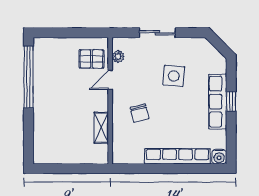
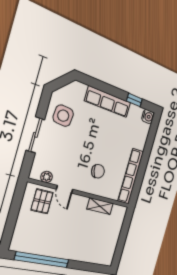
side table: (174, 76) -> (63, 116), moved
window: (231, 101) -> (134, 100), moved
row of seats: (178, 156) -> (131, 176), moved

